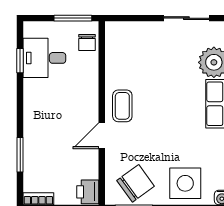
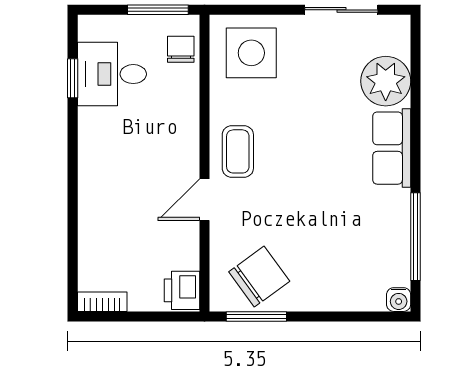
chair: (87, 43) -> (181, 49), turned 180
window: (20, 155) -> (73, 231), removed
side table: (185, 183) -> (251, 53), moved

